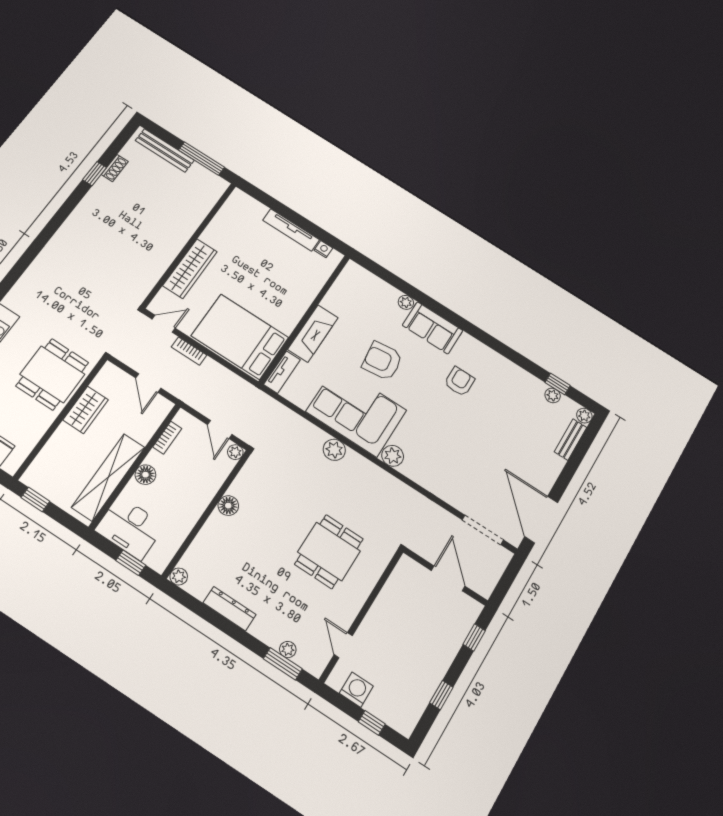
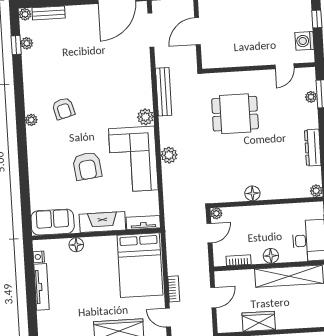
floor lamp: (309, 292) -> (76, 245), added
plant: (406, 302) -> (31, 120), moved
sofa: (433, 328) -> (53, 222), moved, turned -90
armchair: (459, 382) -> (63, 109), turned -105
bench: (407, 494) -> (164, 92), added

